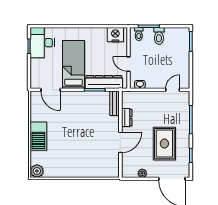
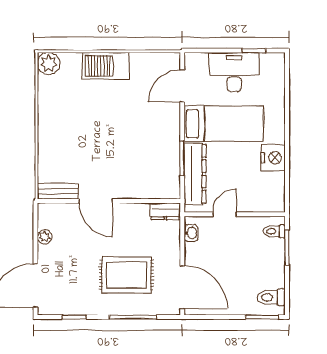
nightstand: (115, 35) -> (273, 158), moved
toilet: (159, 36) -> (271, 297), moved
desk: (42, 43) -> (234, 72), moved
door: (173, 90) -> (182, 287), width x1.88
bench: (114, 103) -> (58, 191), moved
dresser: (127, 118) -> (165, 211), moved
rug: (164, 144) -> (127, 275), moved

